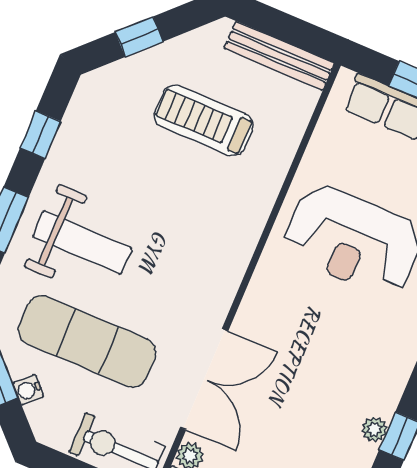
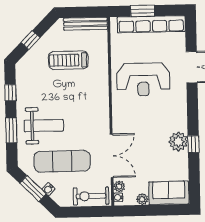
plant: (374, 429) -> (178, 142), width x1.88, depth x1.88

